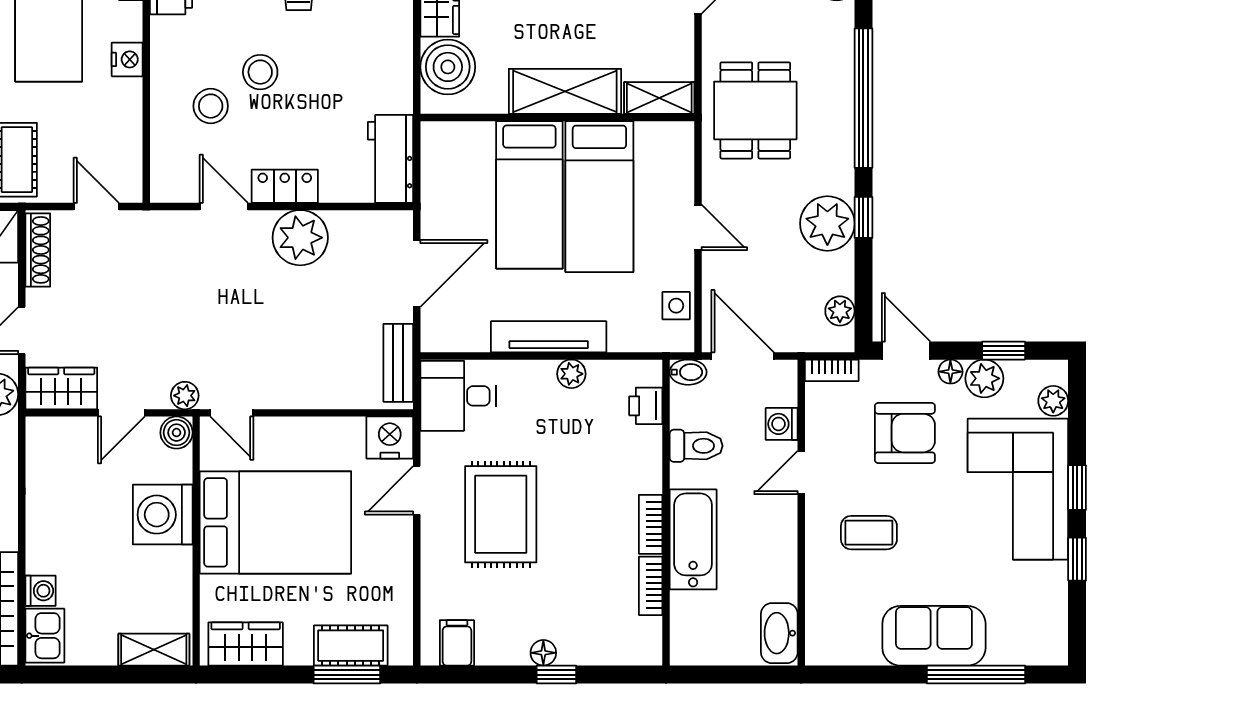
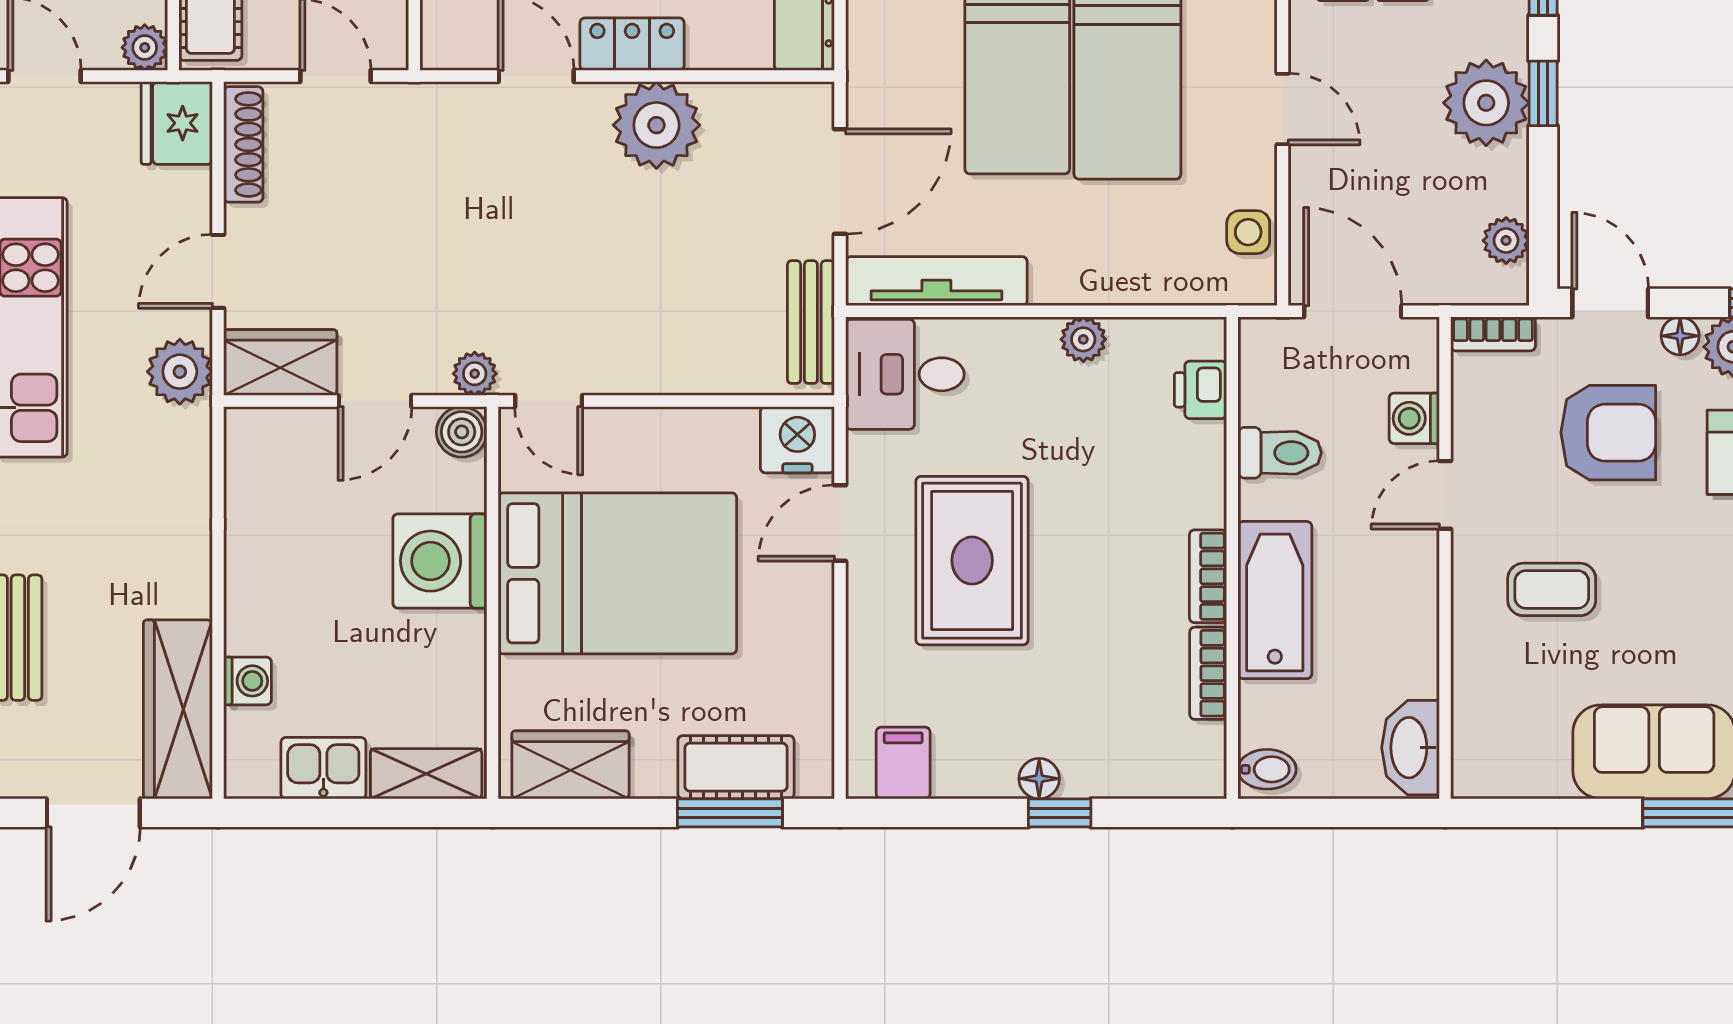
tv unit: (549, 337) -> (936, 281), moved
bidet: (688, 372) -> (1267, 769), moved
kitchen sink: (45, 636) -> (323, 768), moved, turned -90

